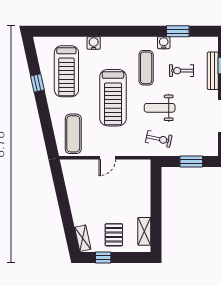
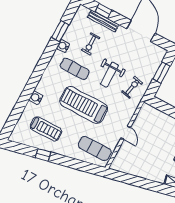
treadmill: (66, 71) -> (46, 129), width x0.73, depth x0.73
treadmill: (113, 98) -> (84, 105), turned 180

